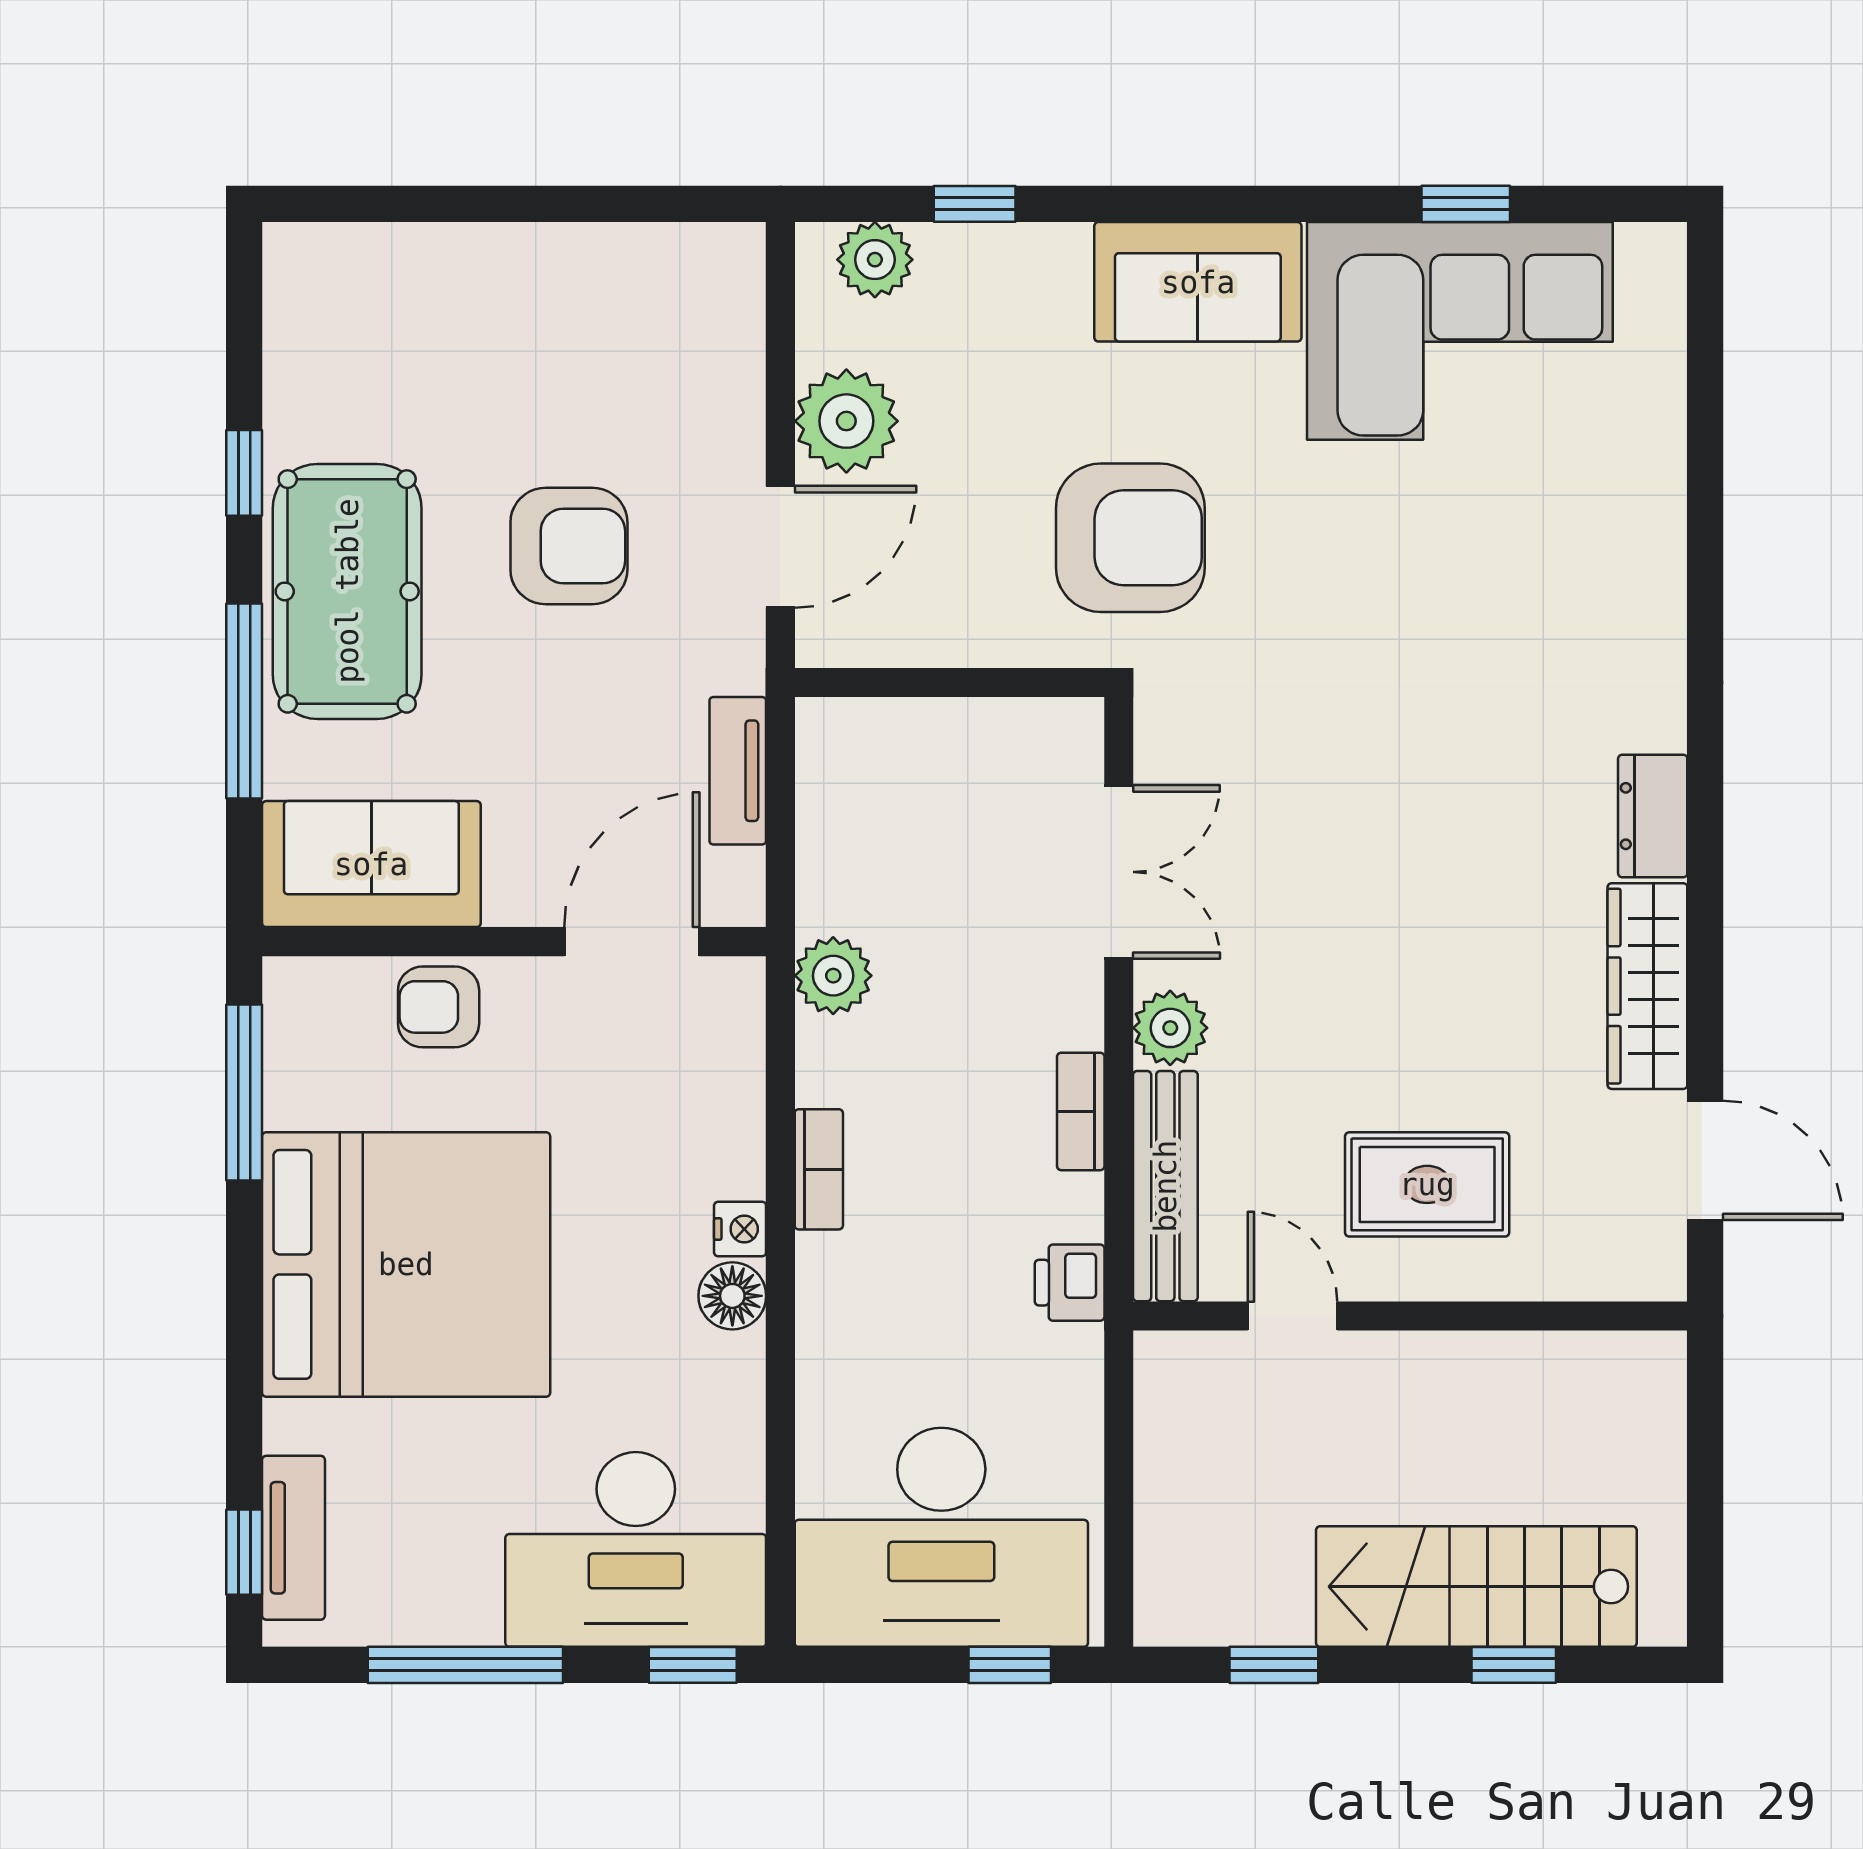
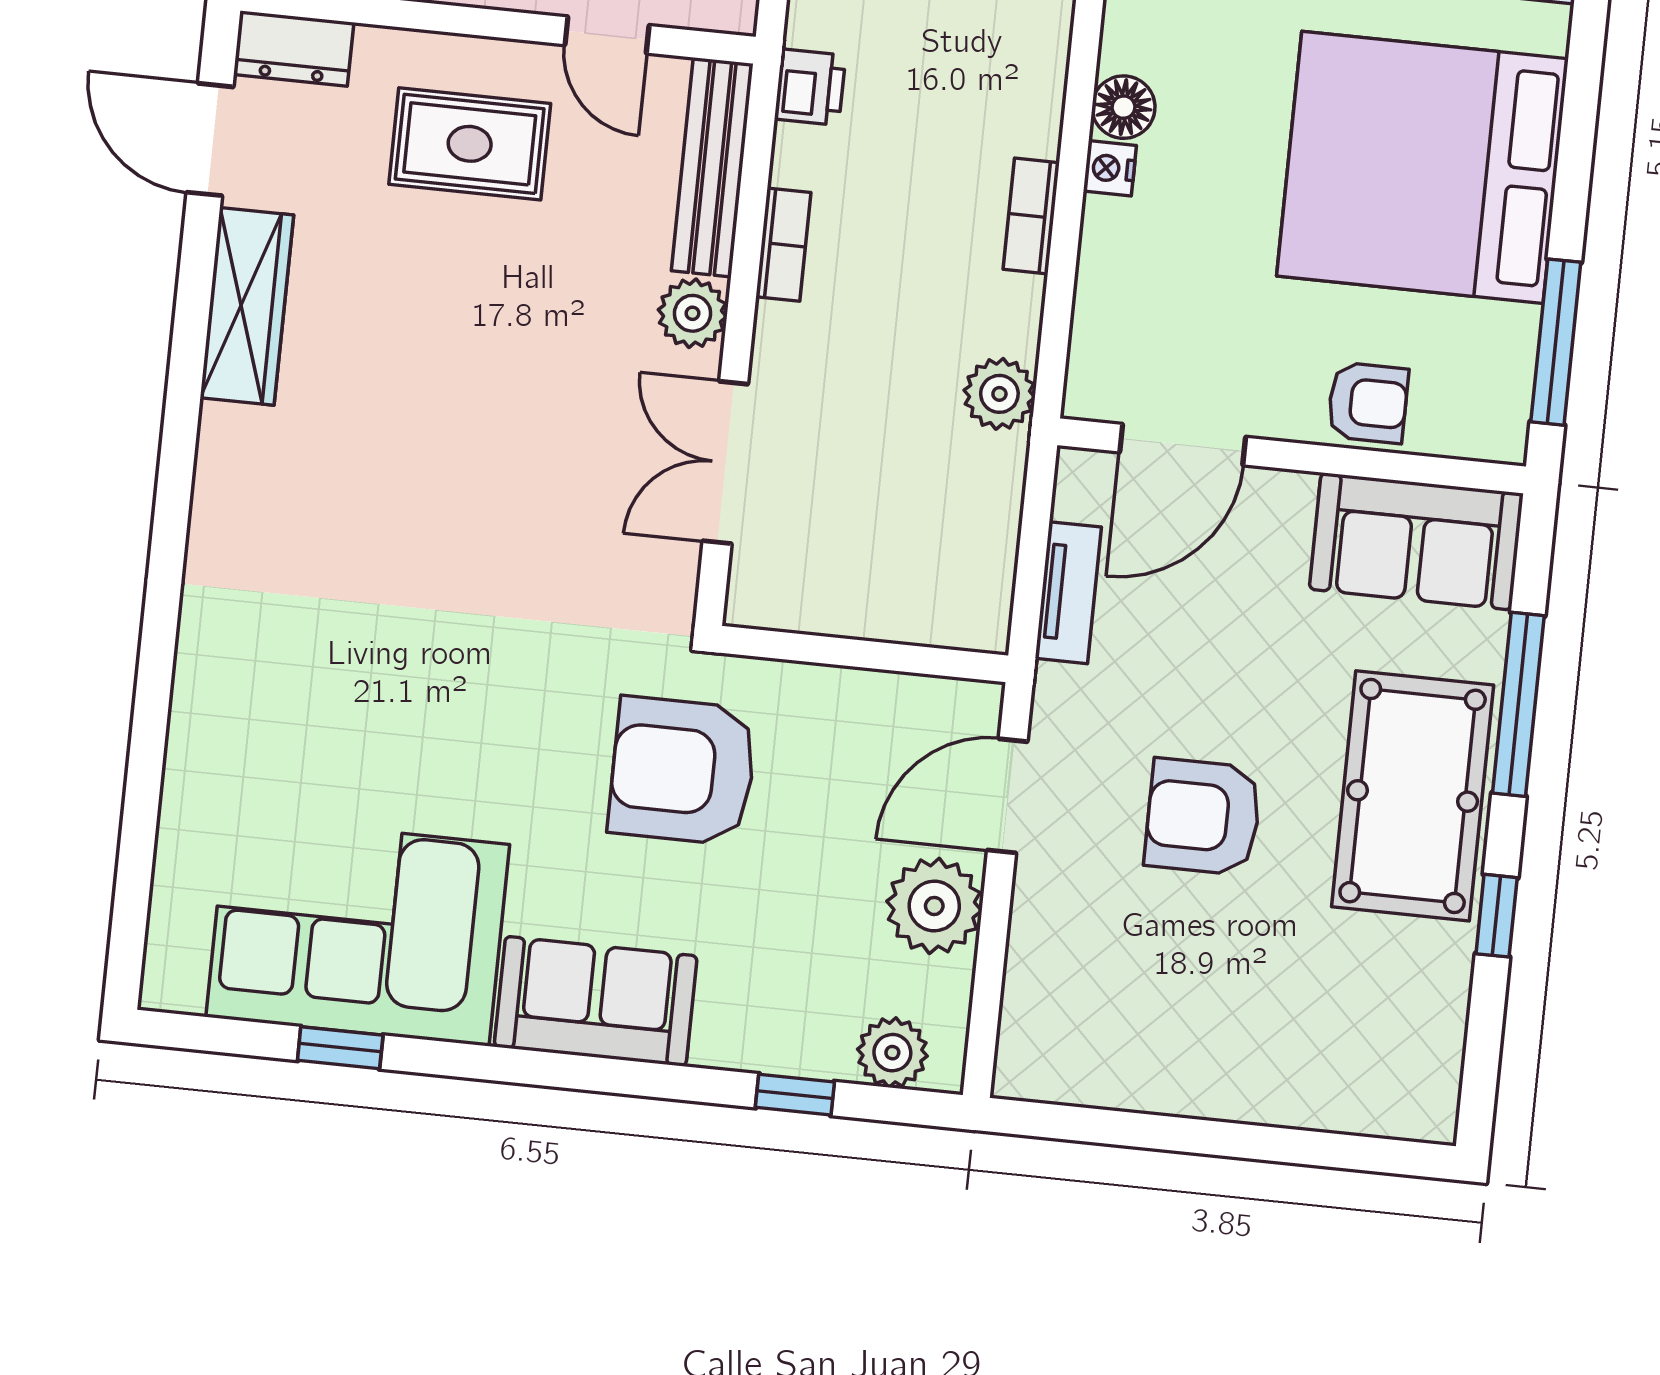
dresser: (1653, 816) -> (294, 48), moved, turned 90

